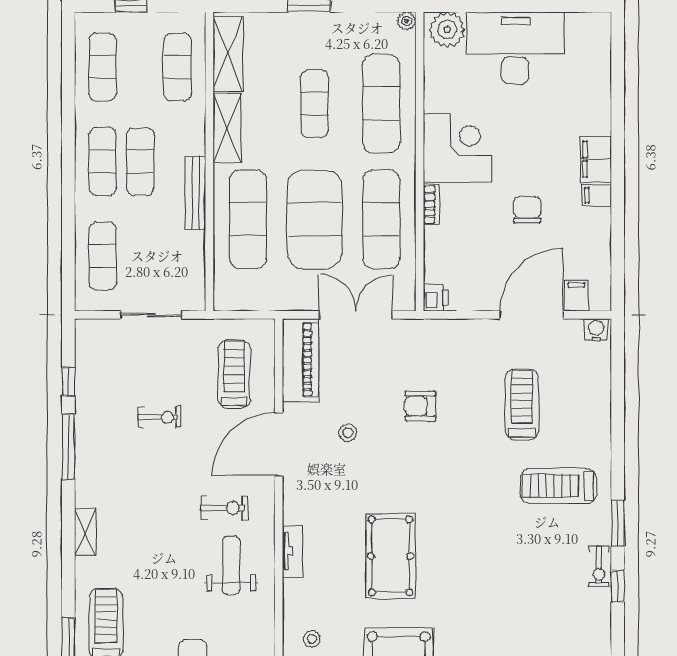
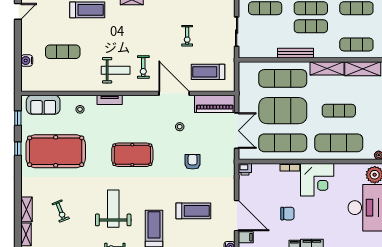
treadmill: (234, 374) -> (208, 72), turned 180
tv unit: (292, 551) -> (110, 100), moved
pool table: (391, 556) -> (132, 155), moved
weight bench: (517, 570) -> (113, 209), added

